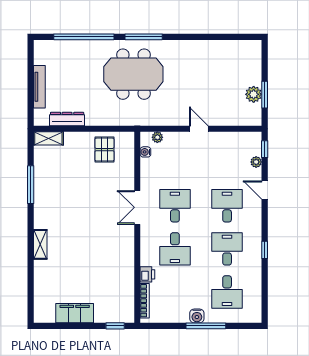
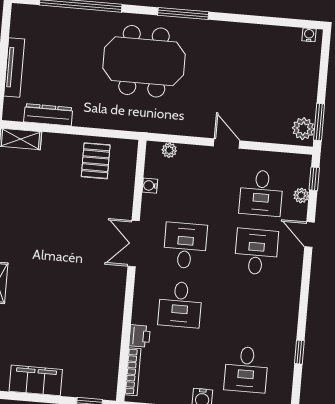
window: (144, 37) -> (183, 13), moved
water cooler: (252, 45) -> (309, 35), added
plant: (254, 94) -> (303, 129), moved
window: (265, 95) -> (319, 122), moved
water cooler: (145, 152) -> (150, 186), moved
desk: (227, 249) -> (261, 193), moved, turned 180
window: (265, 250) -> (299, 352), moved

